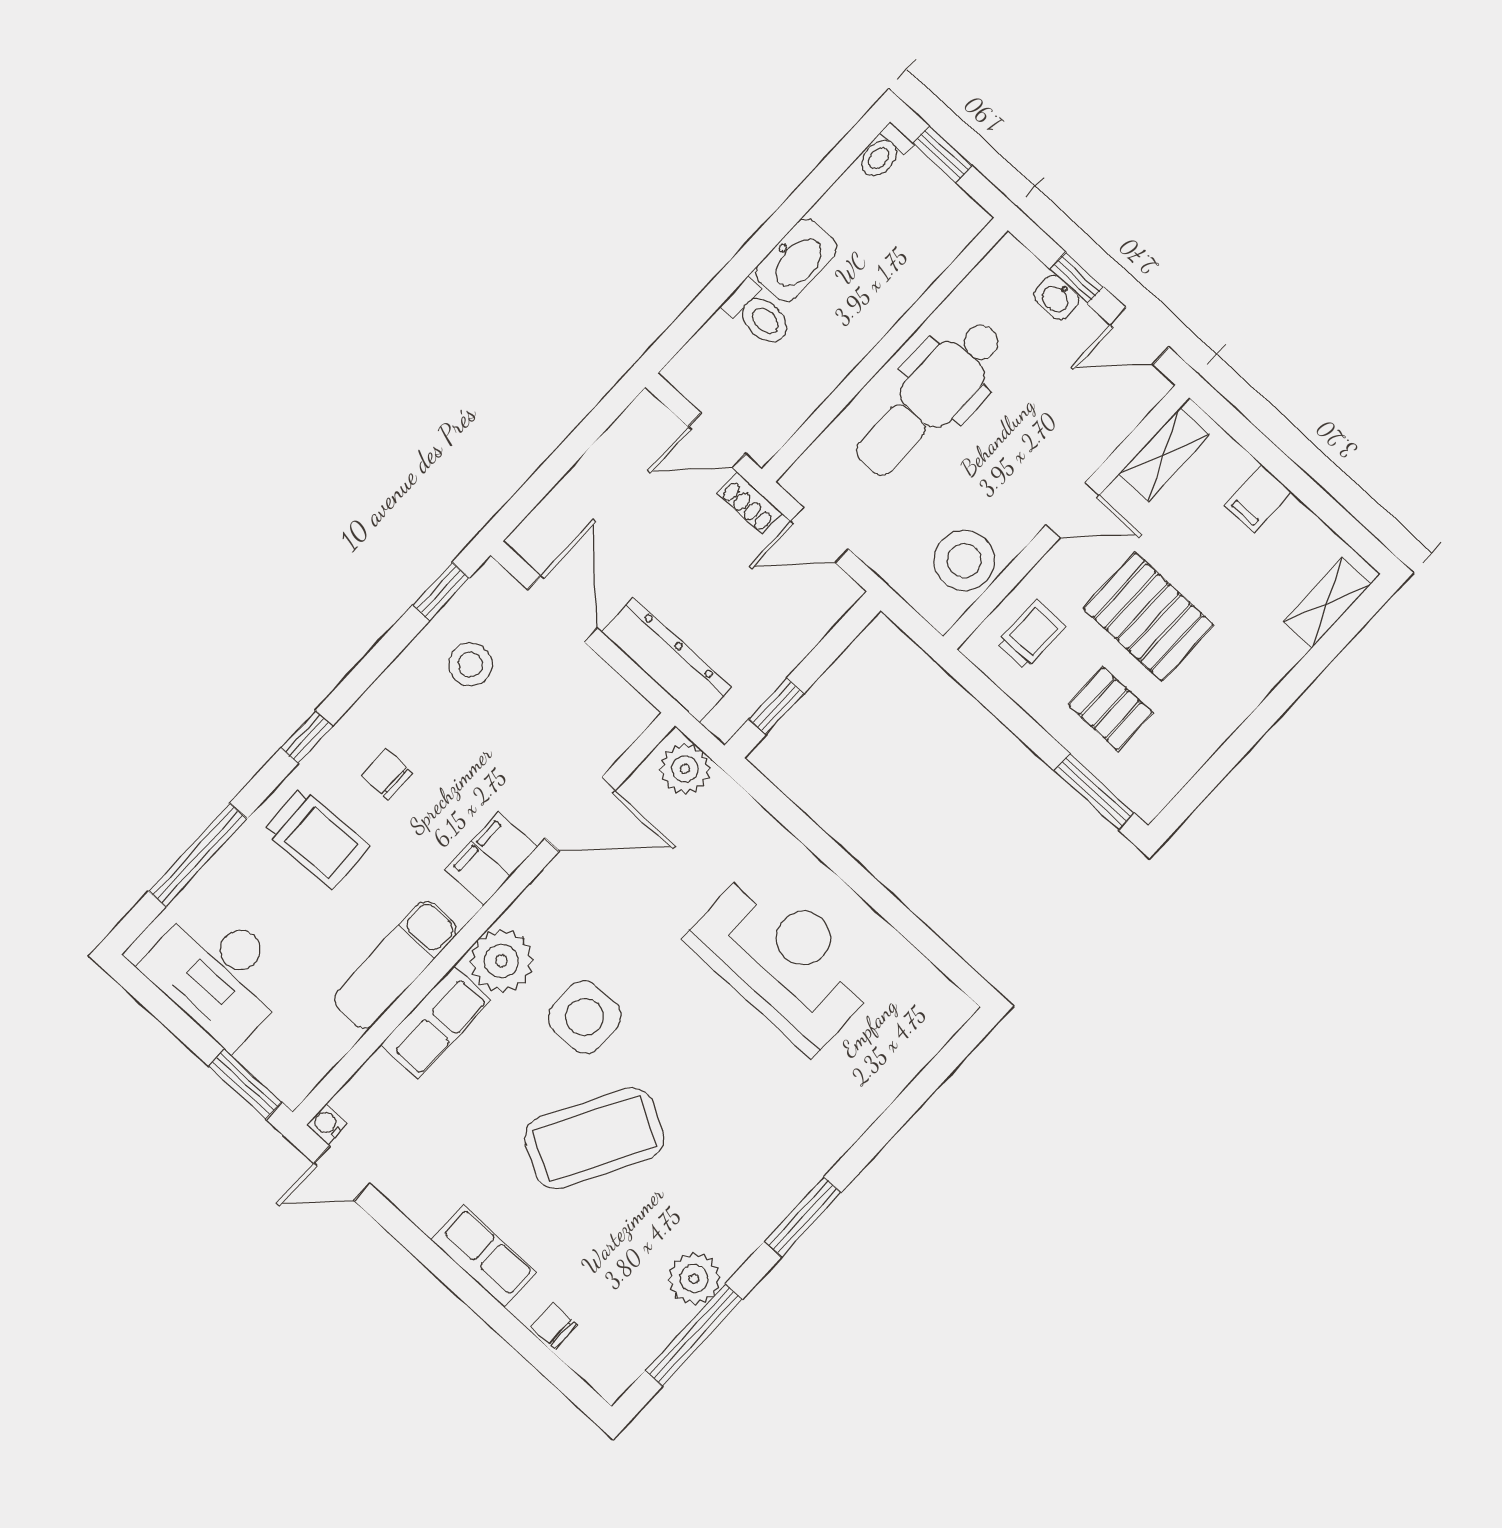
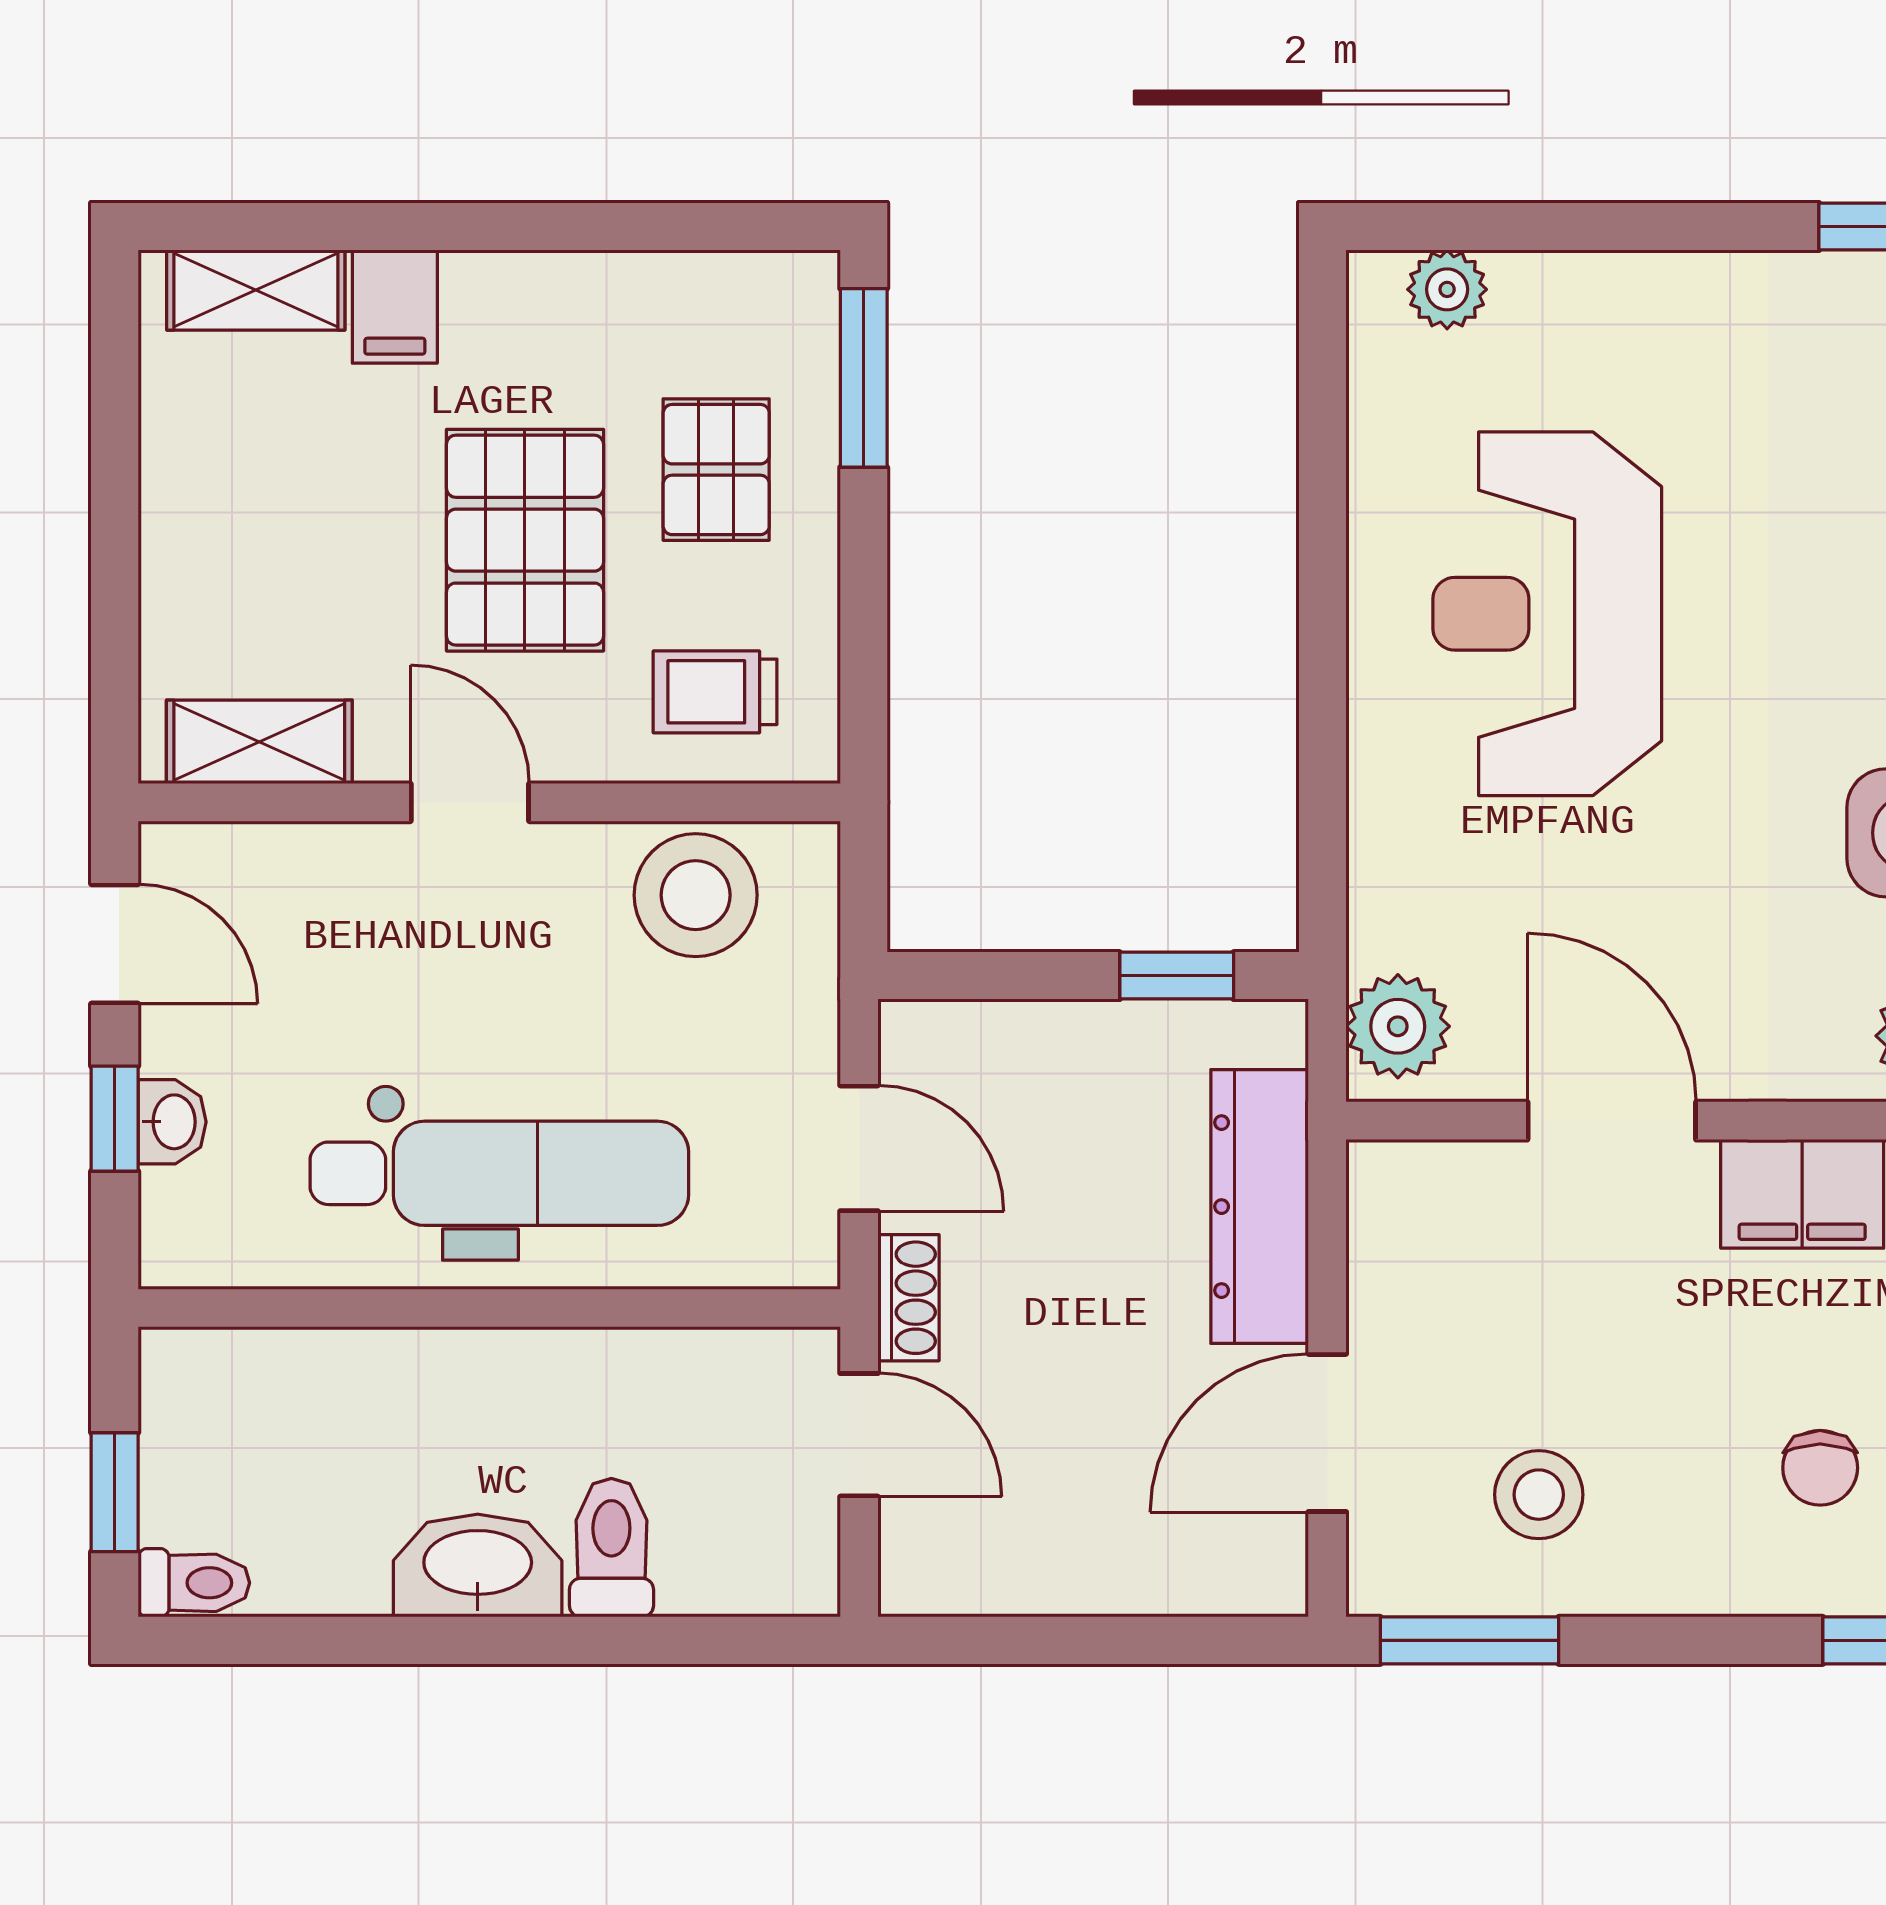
filing cabinet: (1258, 499) -> (395, 307), moved, turned 90
window: (441, 591) -> (1469, 1640), width x1.50
plant: (933, 1030) -> (1447, 289), added

